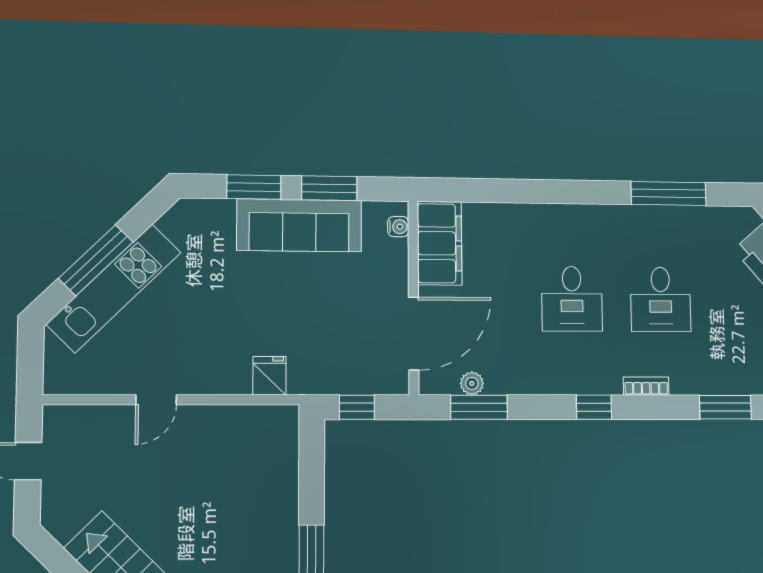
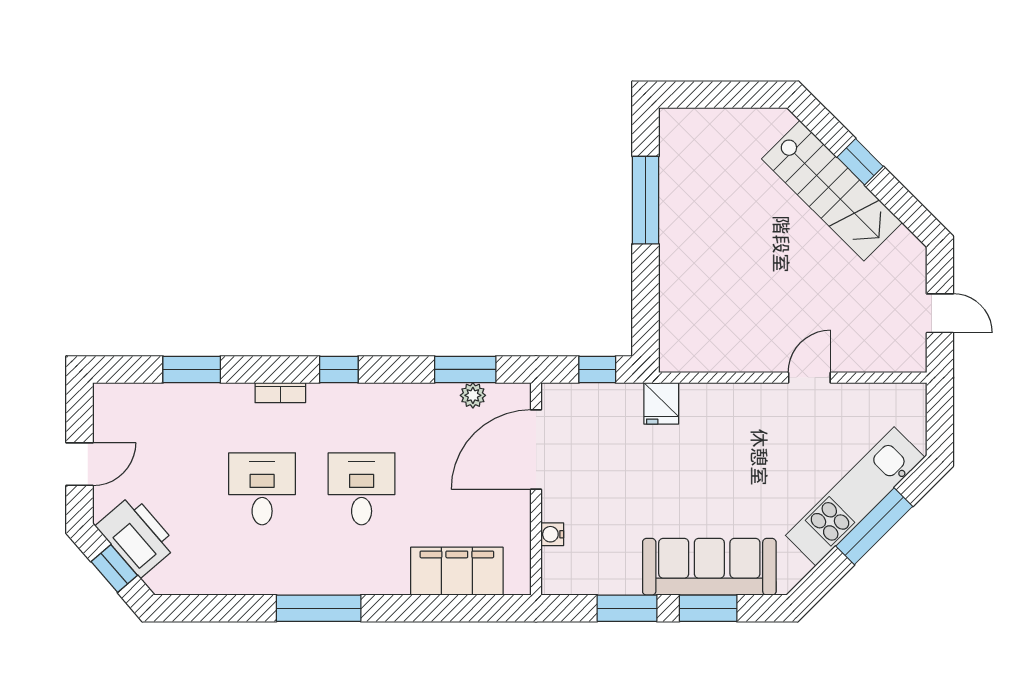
window: (669, 193) -> (319, 608), moved
sofa: (299, 225) -> (709, 567), moved
water cooler: (398, 227) -> (552, 534), moved
filing cabinet: (440, 243) -> (457, 571), moved, turned 90
fridge: (269, 376) -> (661, 403), moved

